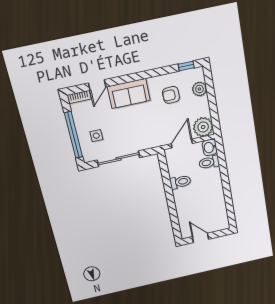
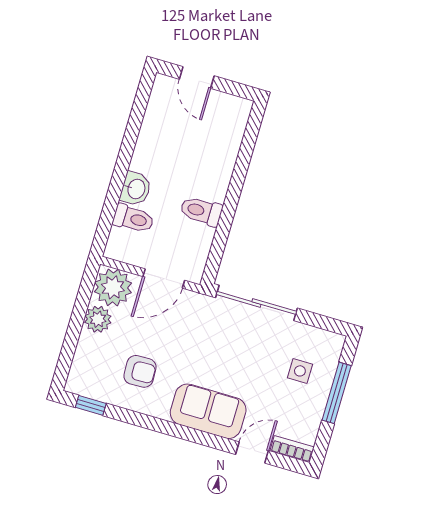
plant: (199, 89) -> (98, 319), moved
window: (73, 135) -> (337, 393), width x0.68
washbasin: (210, 147) -> (136, 189), moved
sliding door: (118, 159) -> (256, 303), moved
door: (200, 238) -> (197, 77), moved

